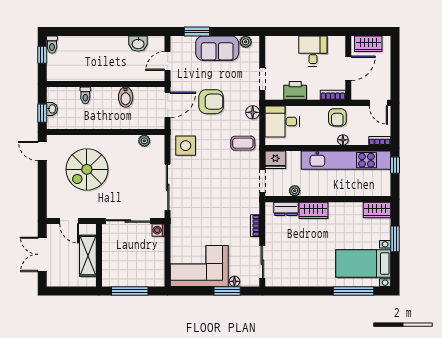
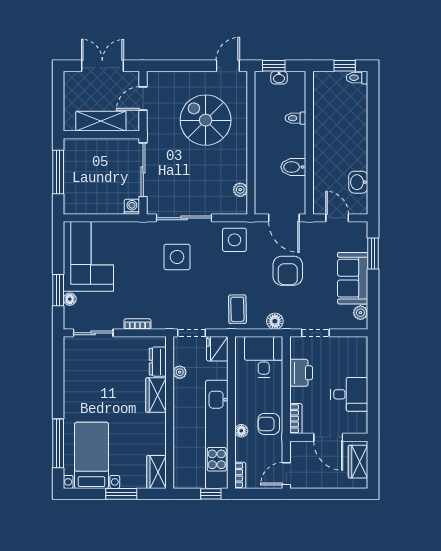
side table: (200, 193) -> (177, 257), added

